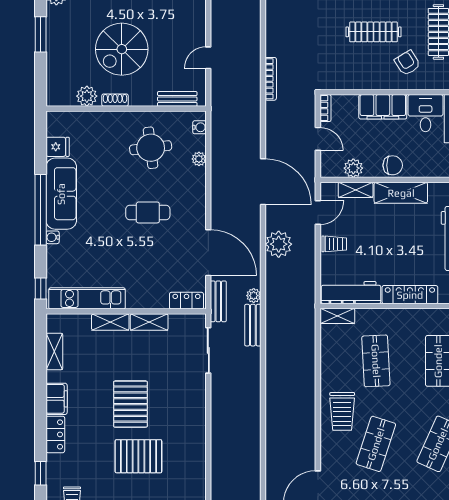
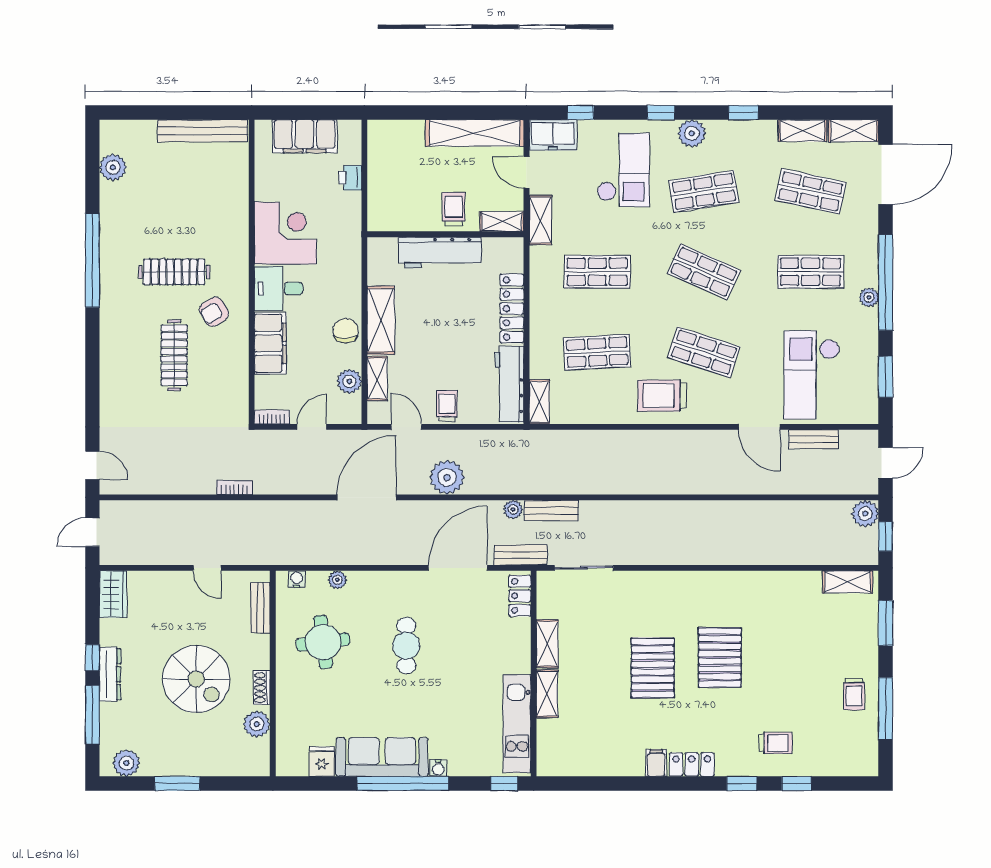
bookcase: (271, 79) -> (234, 487), width x0.64
shelving: (54, 352) -> (585, 766), removed
filing cabinet: (57, 399) -> (656, 763), width x0.50
pallet: (130, 404) -> (653, 668), turned 90
trolley: (342, 411) -> (662, 396), turned 180

